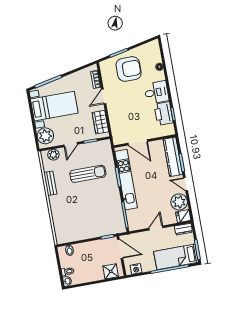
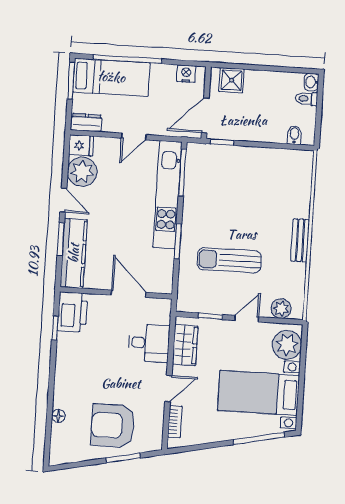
desk: (156, 92) -> (149, 343), moved, turned 180
printer: (164, 113) -> (72, 312), moved
kitchen unit: (126, 180) -> (167, 195), moved
bench: (50, 183) -> (300, 240), moved
door: (120, 249) -> (205, 115), hinge flipped

